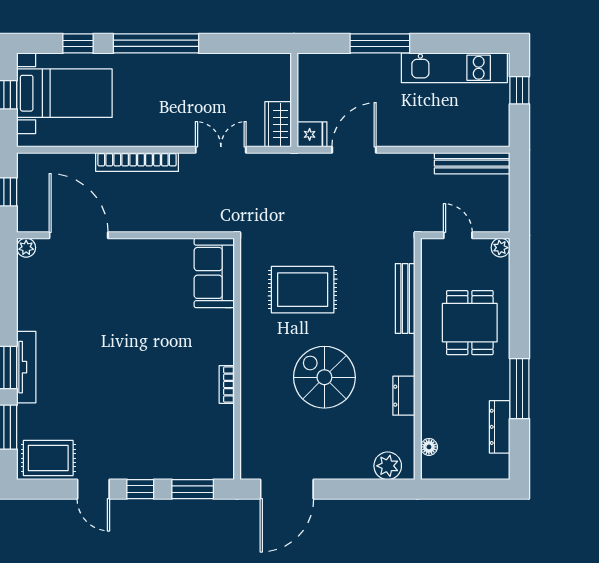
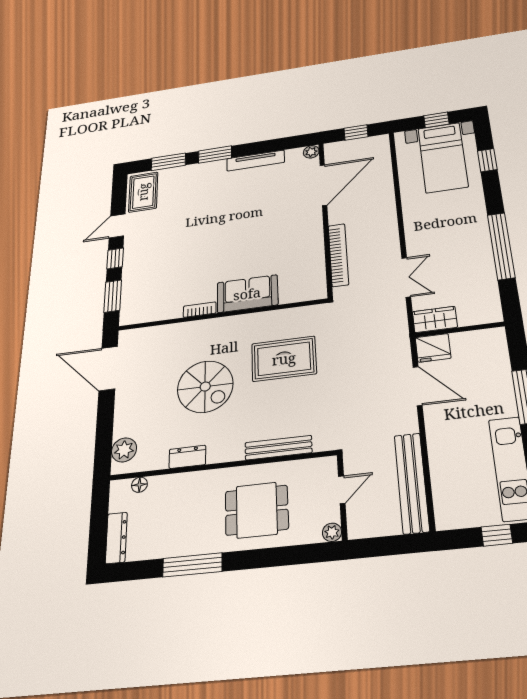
window: (156, 43) -> (501, 246), moved
fridge: (312, 134) -> (433, 348), width x1.38
bookcase: (137, 162) -> (338, 255), moved, turned 180
bench: (472, 163) -> (412, 483), width x1.37, depth x1.21
sofa: (214, 273) -> (247, 294), moved
rug: (303, 290) -> (284, 359), turned 90
tv unit: (26, 367) -> (256, 161), moved
spiral stairs: (324, 377) -> (205, 387), turned 90
dresser: (500, 427) -> (116, 538), moved, turned 90

